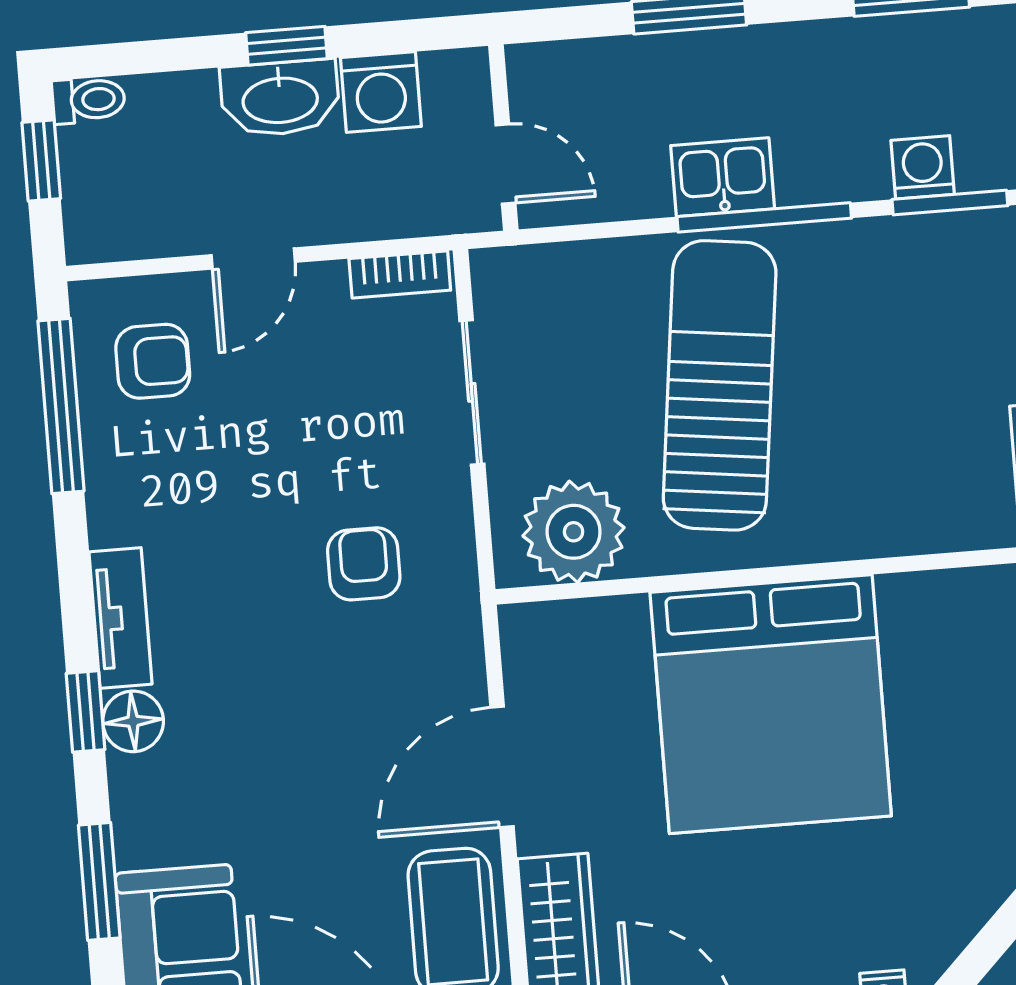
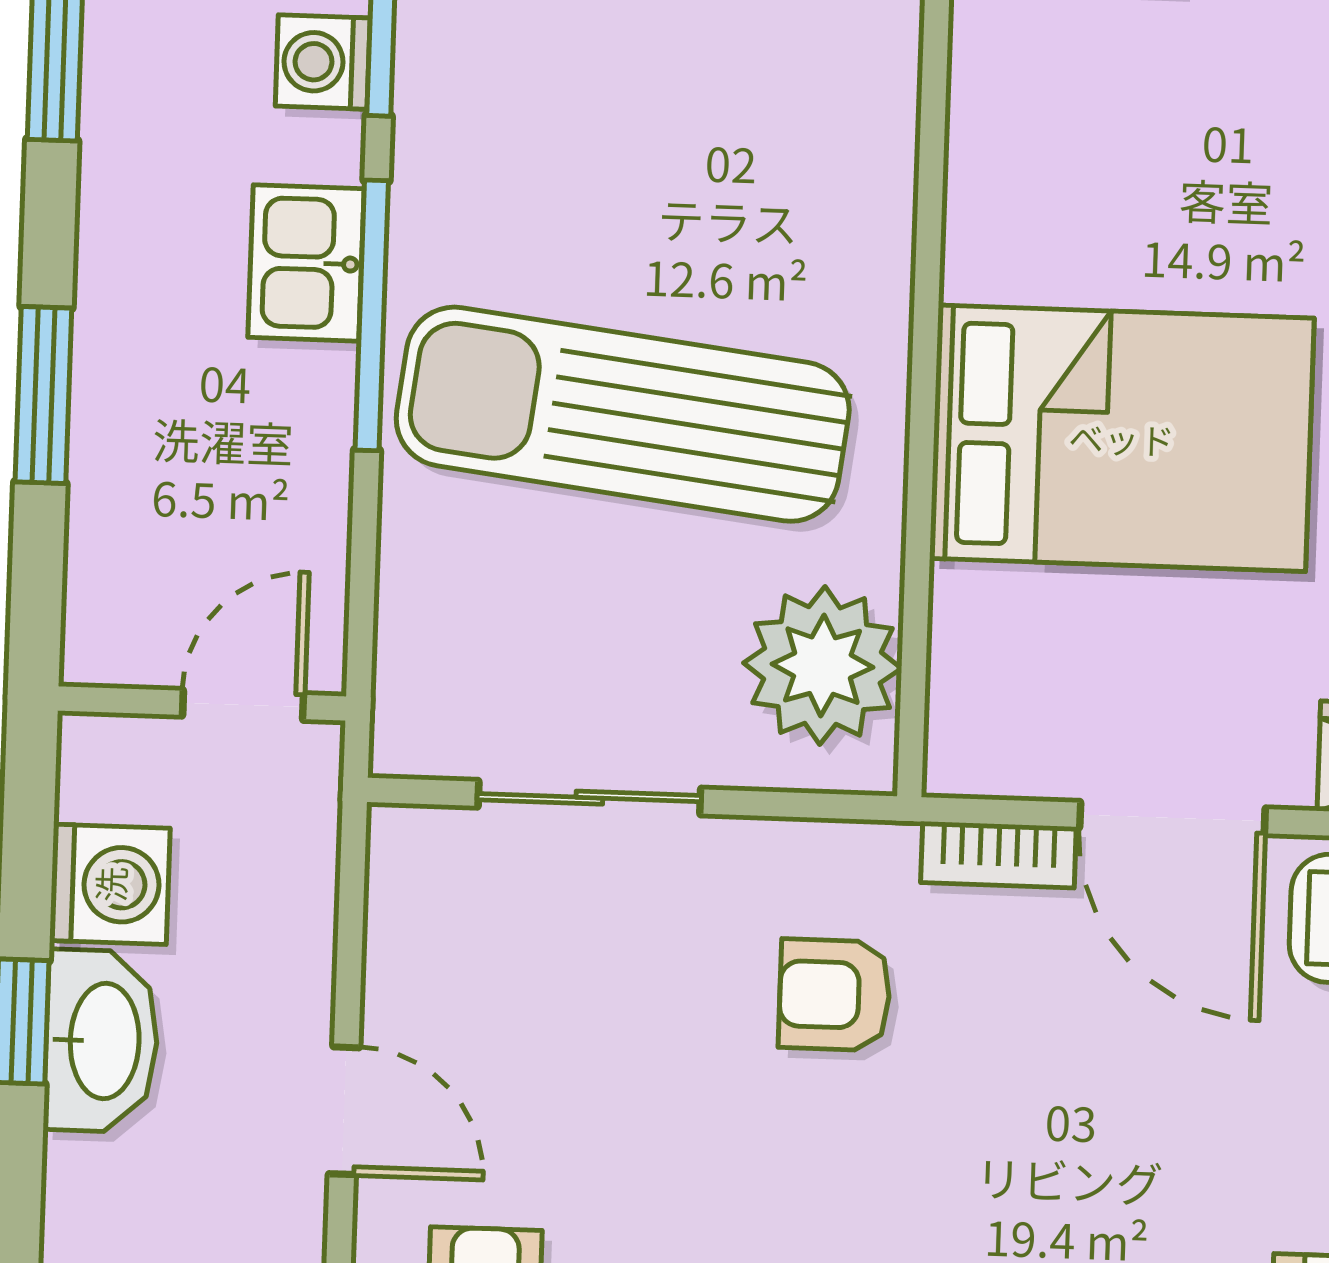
kitchen sink: (723, 177) -> (306, 263), moved
bookcase: (400, 274) -> (998, 855), moved, turned 90
bed: (771, 704) -> (1122, 438), width x0.73

